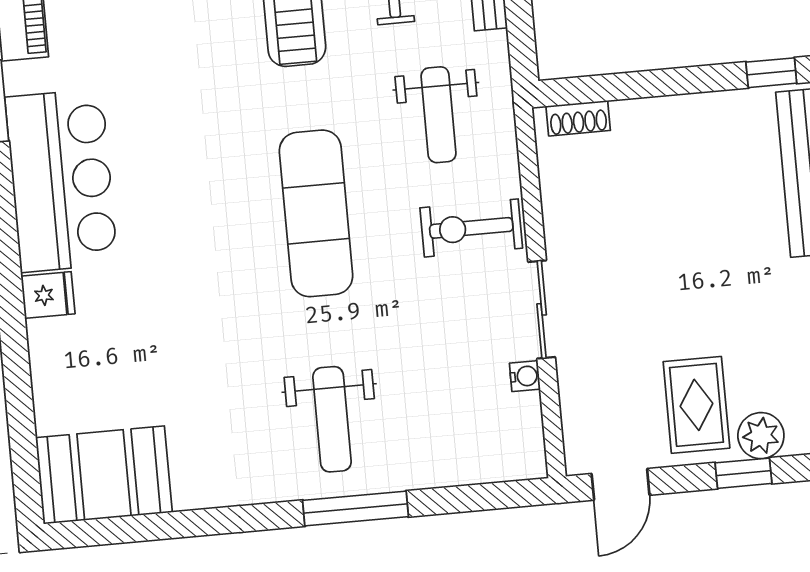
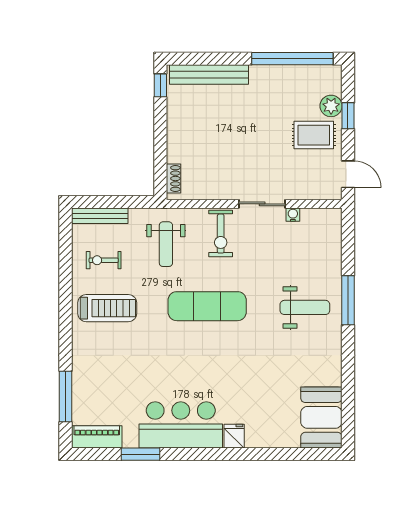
weight bench: (439, 115) -> (166, 244), turned 90

